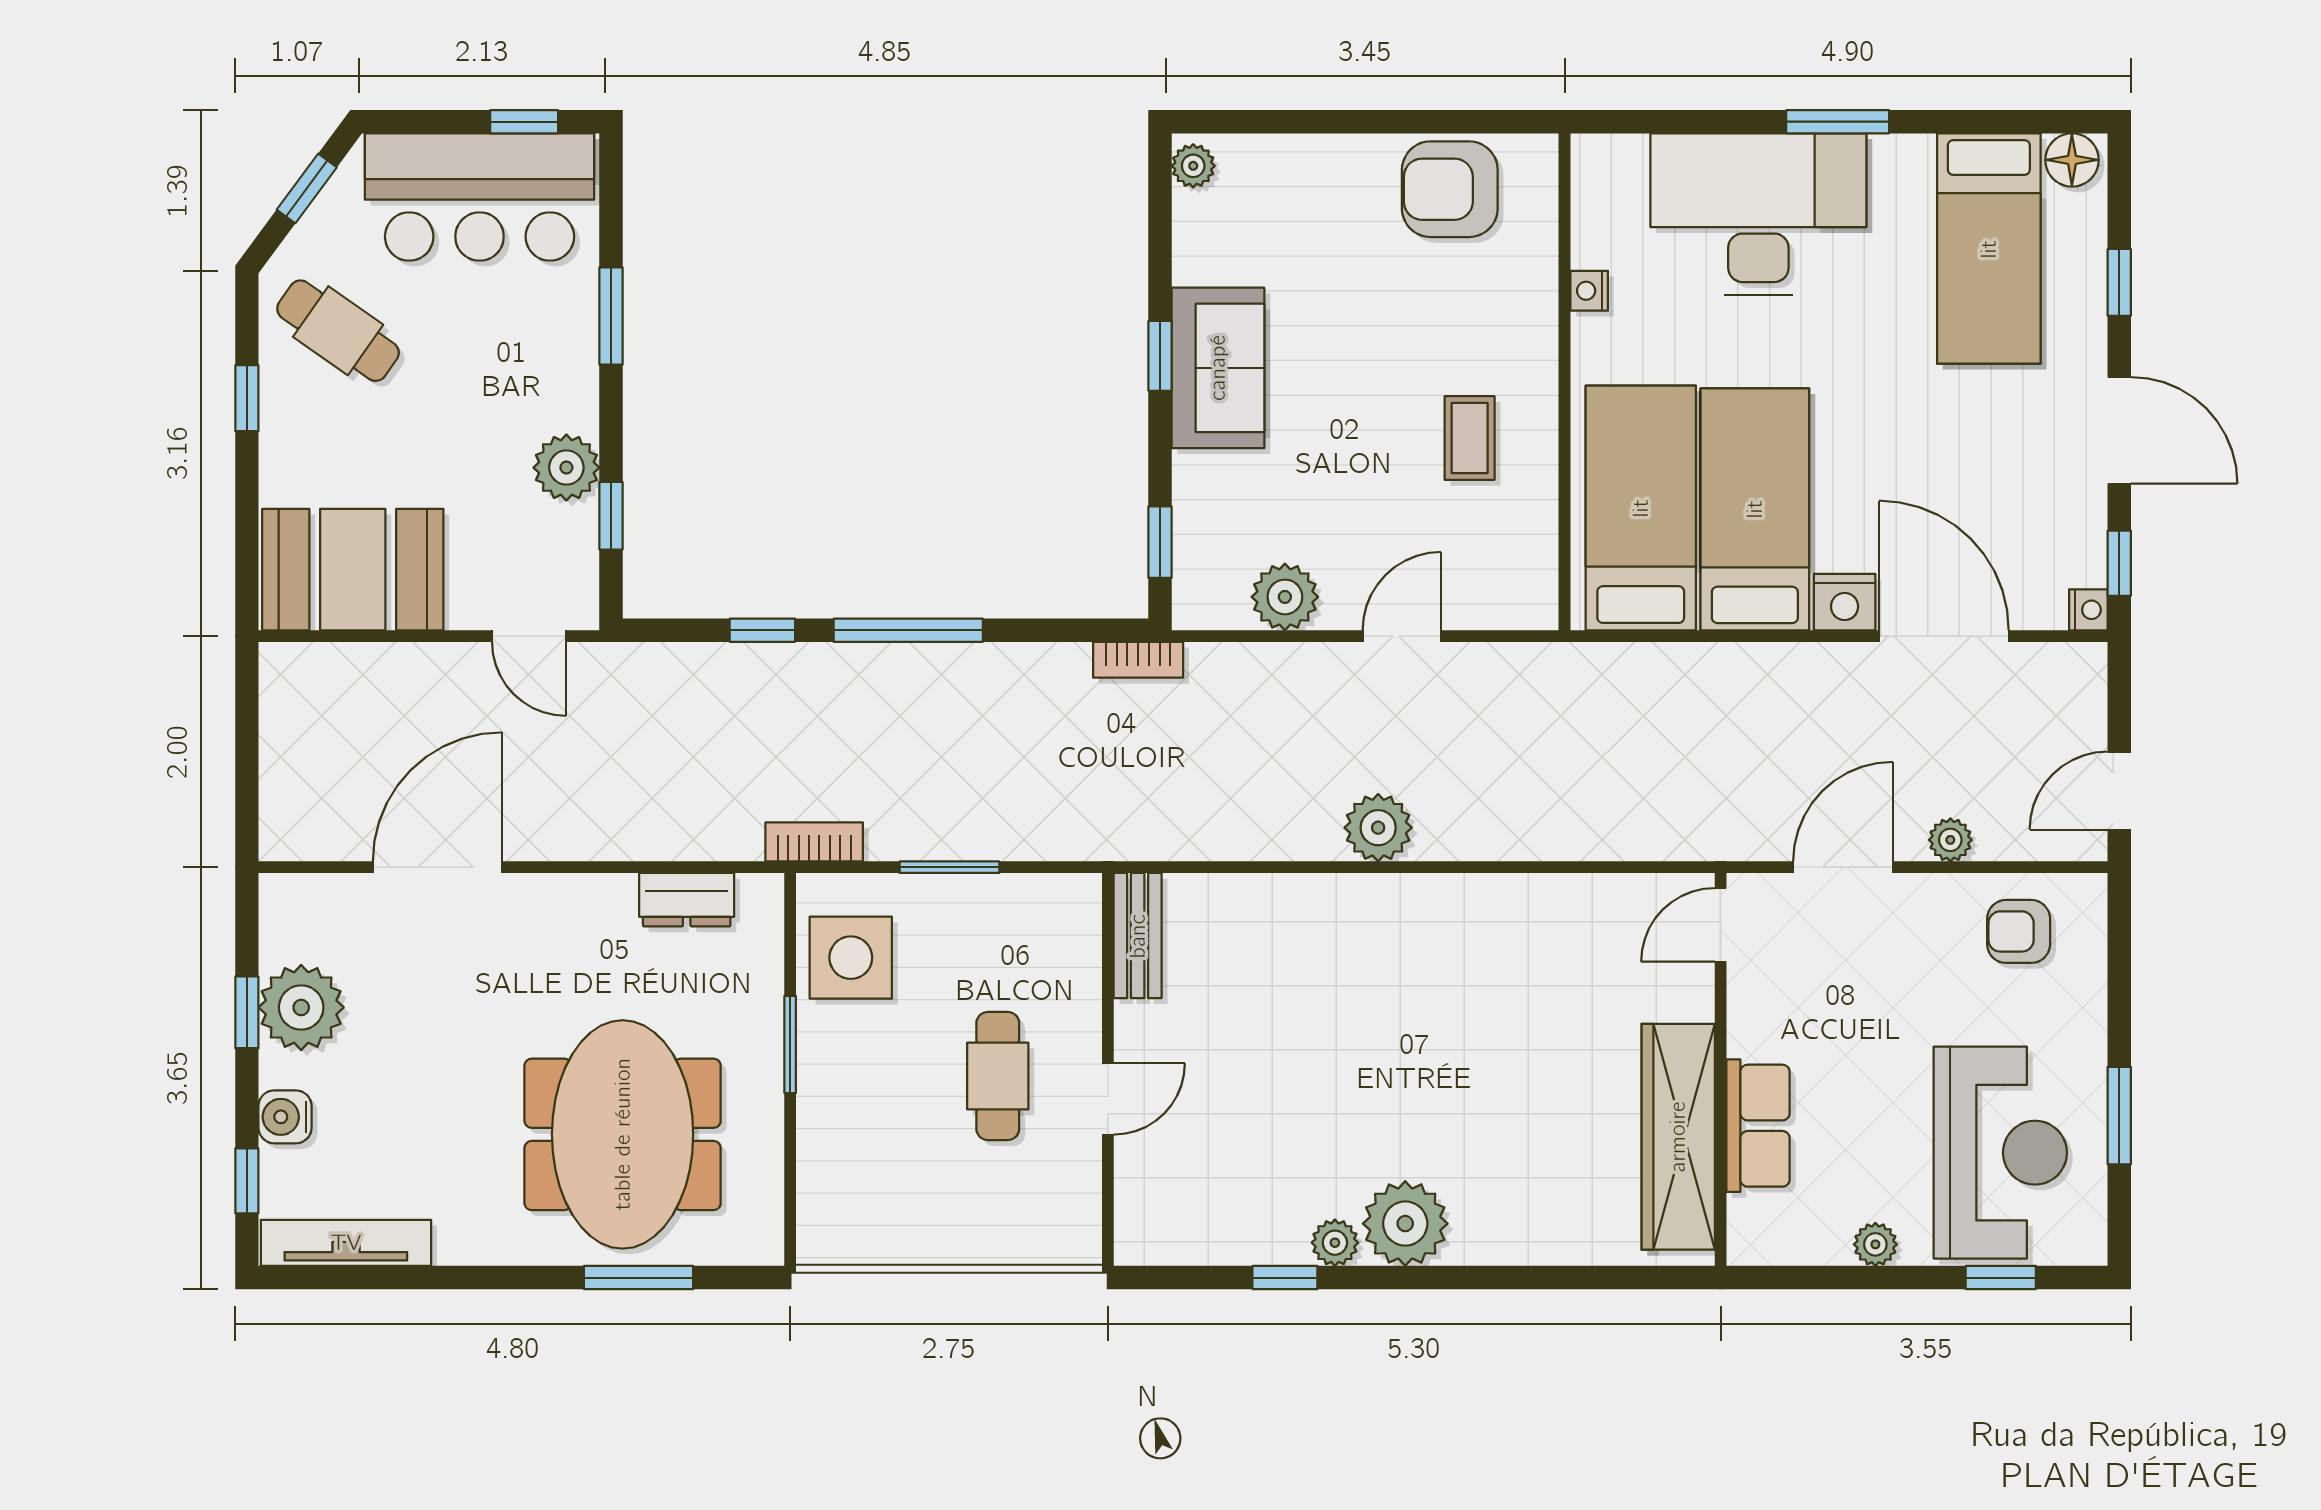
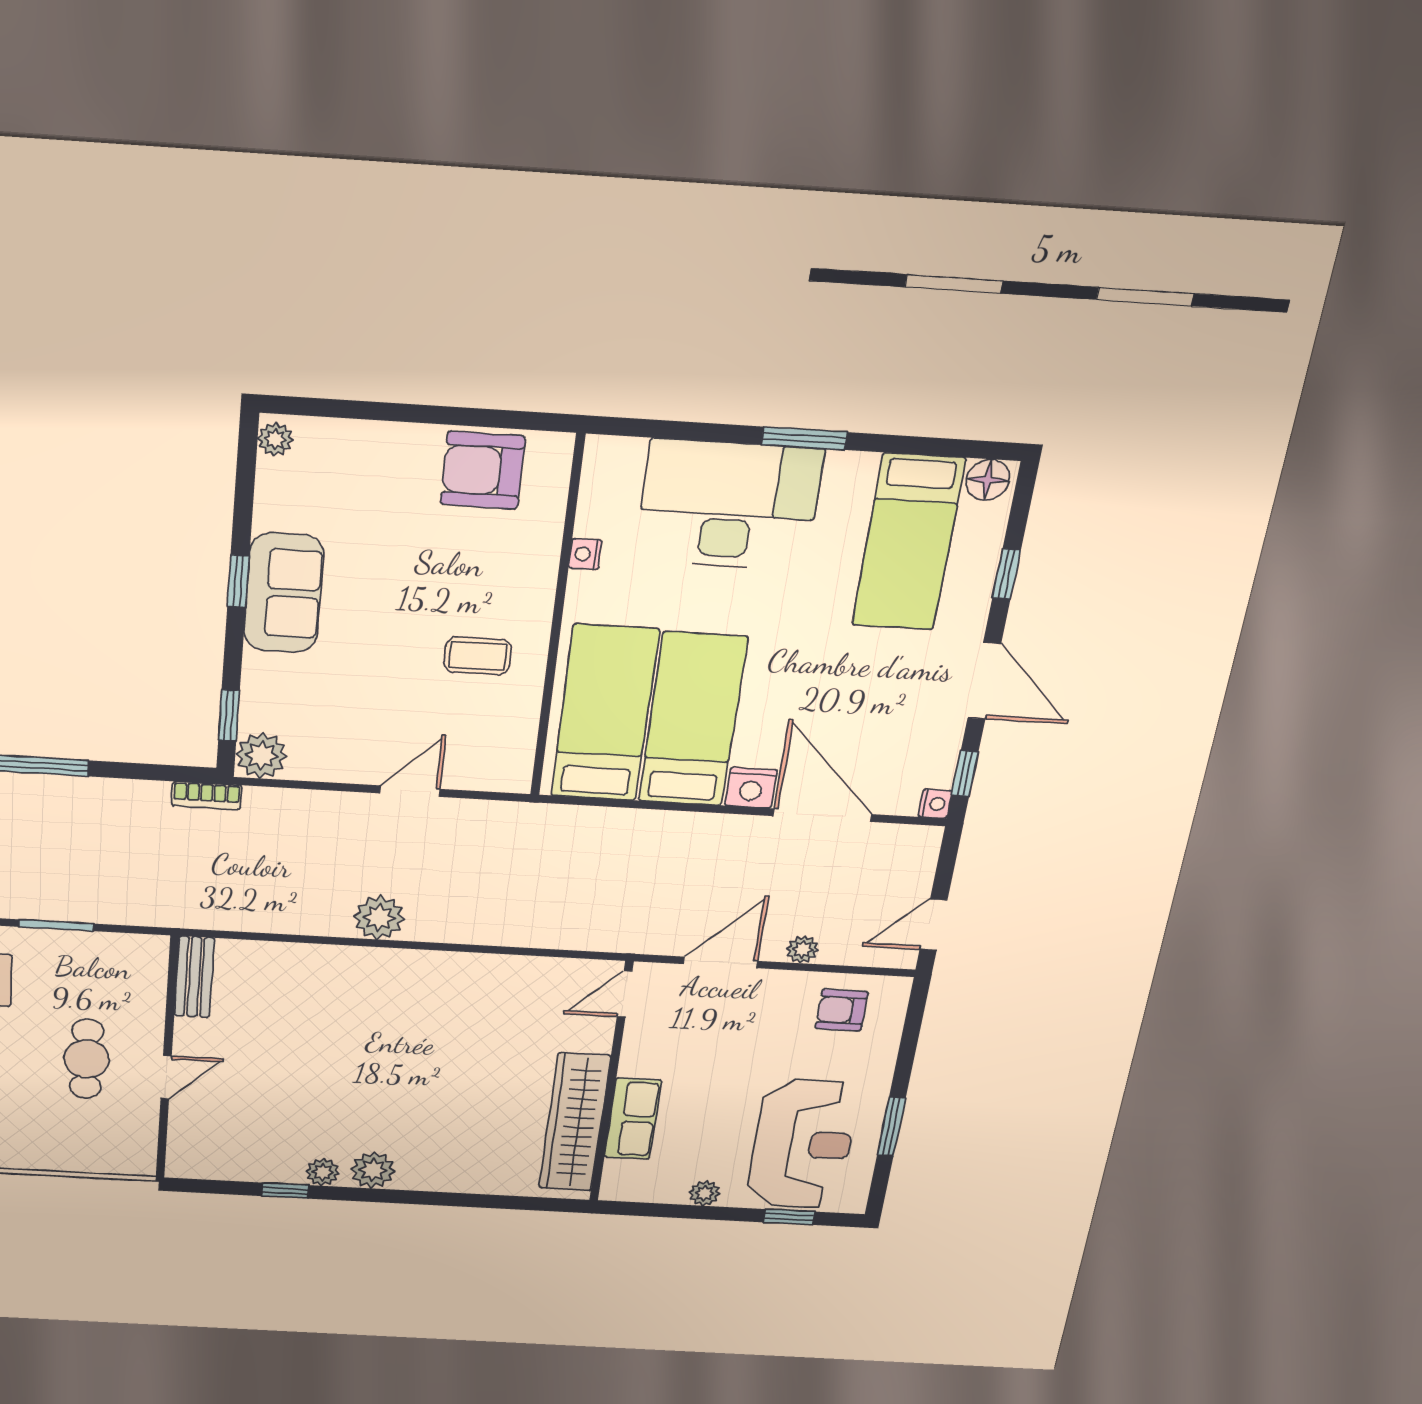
coffee table: (1470, 438) -> (478, 656), turned 90
plant: (1285, 597) -> (262, 755), moved
plant: (1405, 1224) -> (373, 1170), width x0.73, depth x0.73

